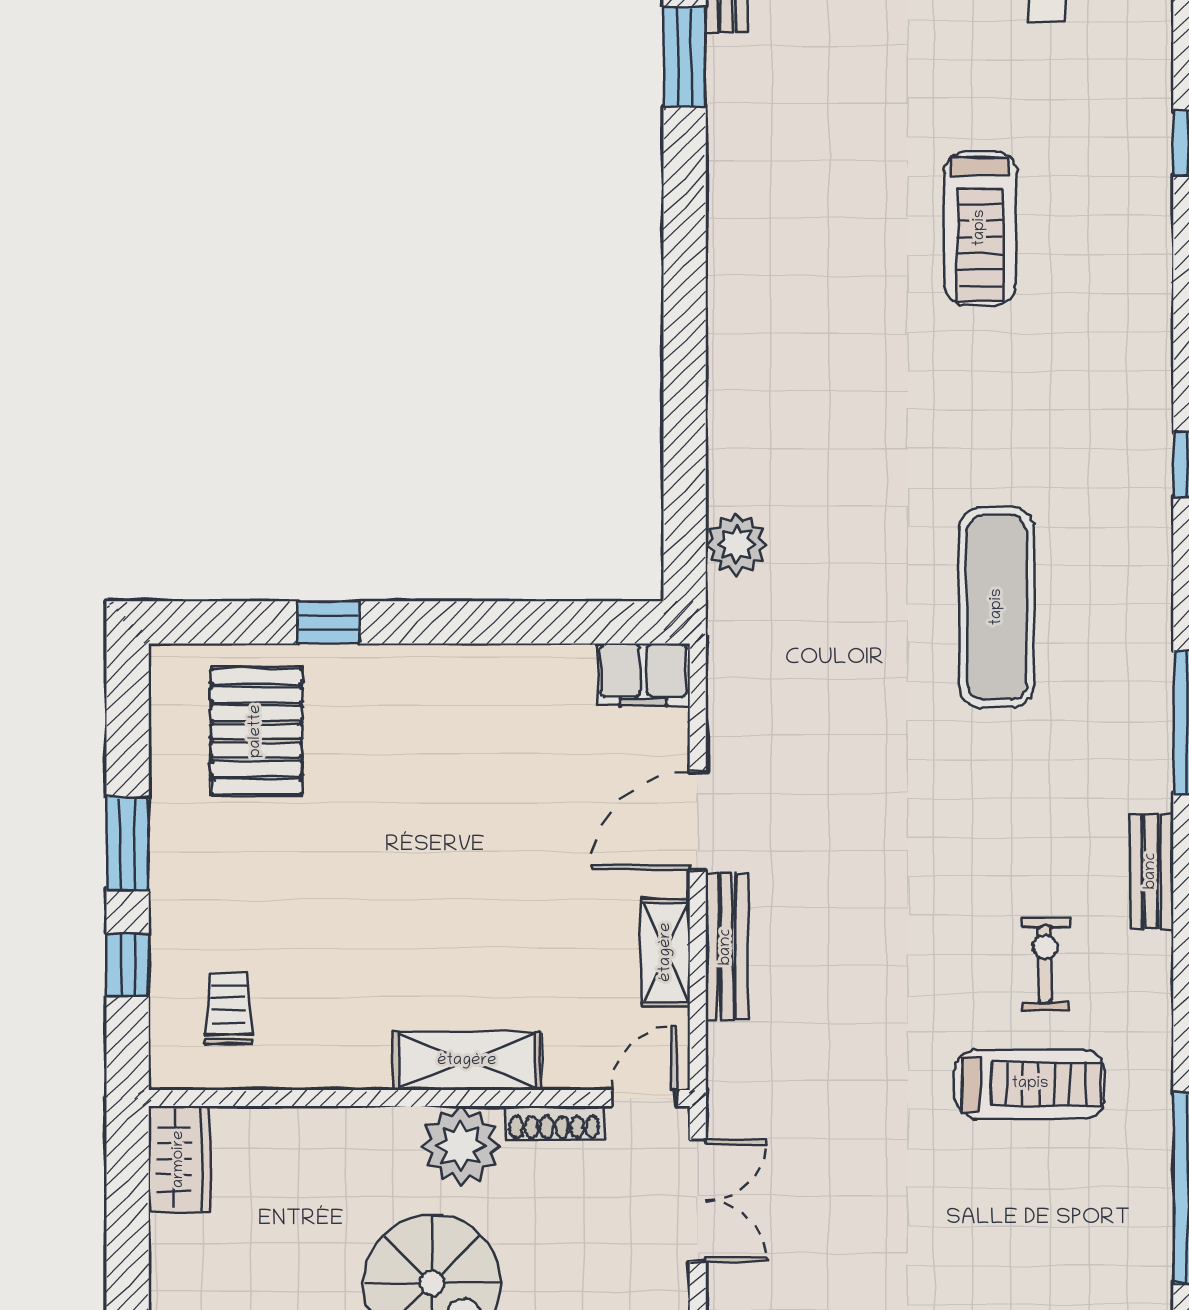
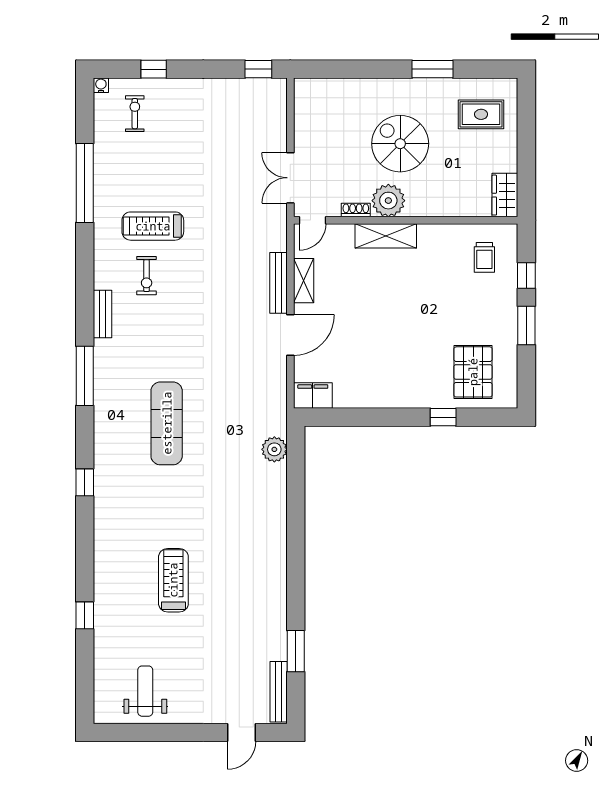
shoe rack: (554, 1123) -> (356, 210), width x0.70

